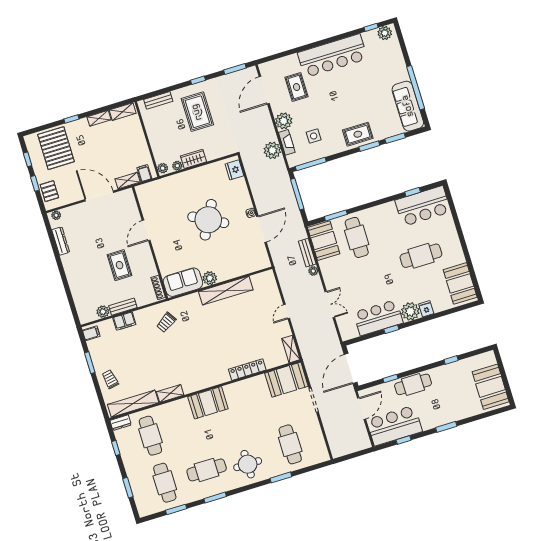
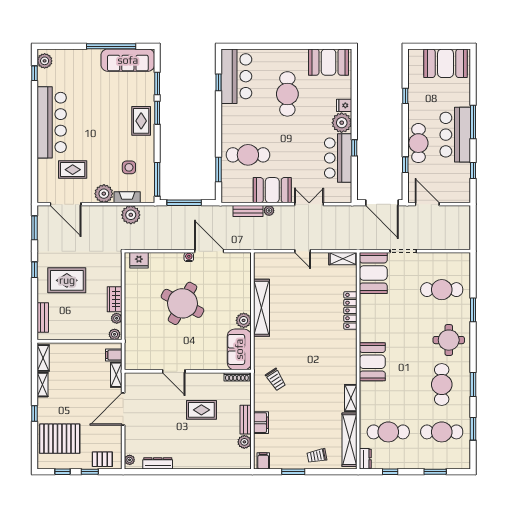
booth: (324, 241) -> (272, 190), moved
bar counter: (394, 426) -> (455, 135), moved
window: (446, 427) -> (473, 122), width x1.44

